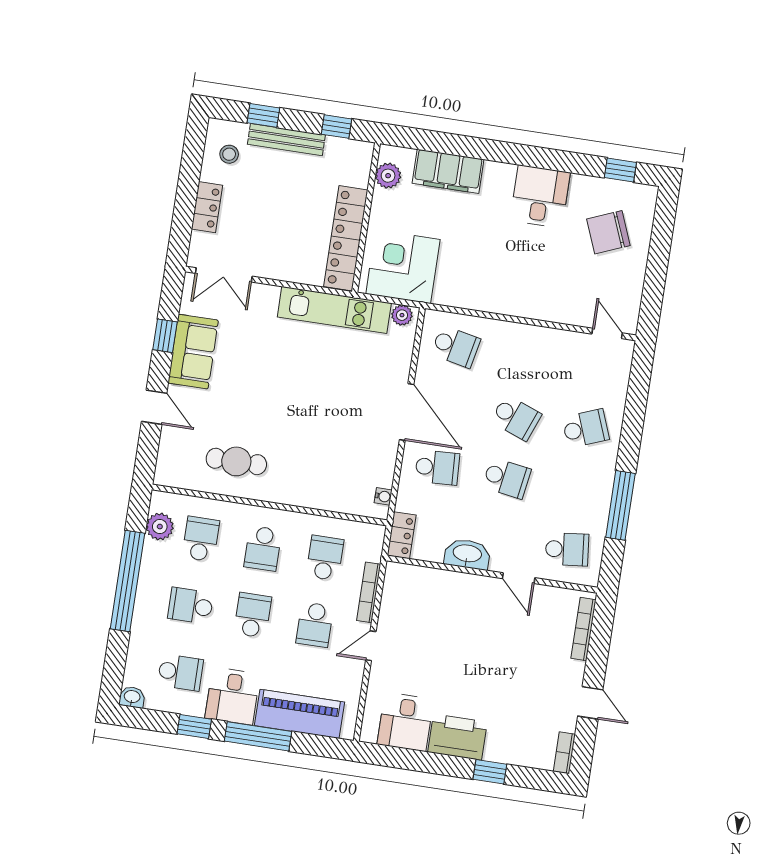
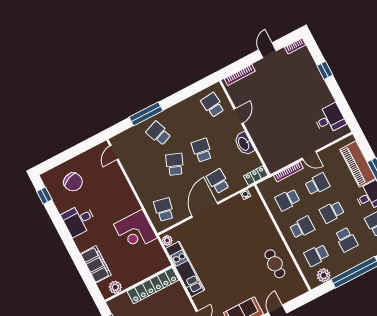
corner desk: (403, 267) -> (135, 231), moved
window: (620, 505) -> (146, 114), moved
printer: (457, 737) -> (320, 94), removed

